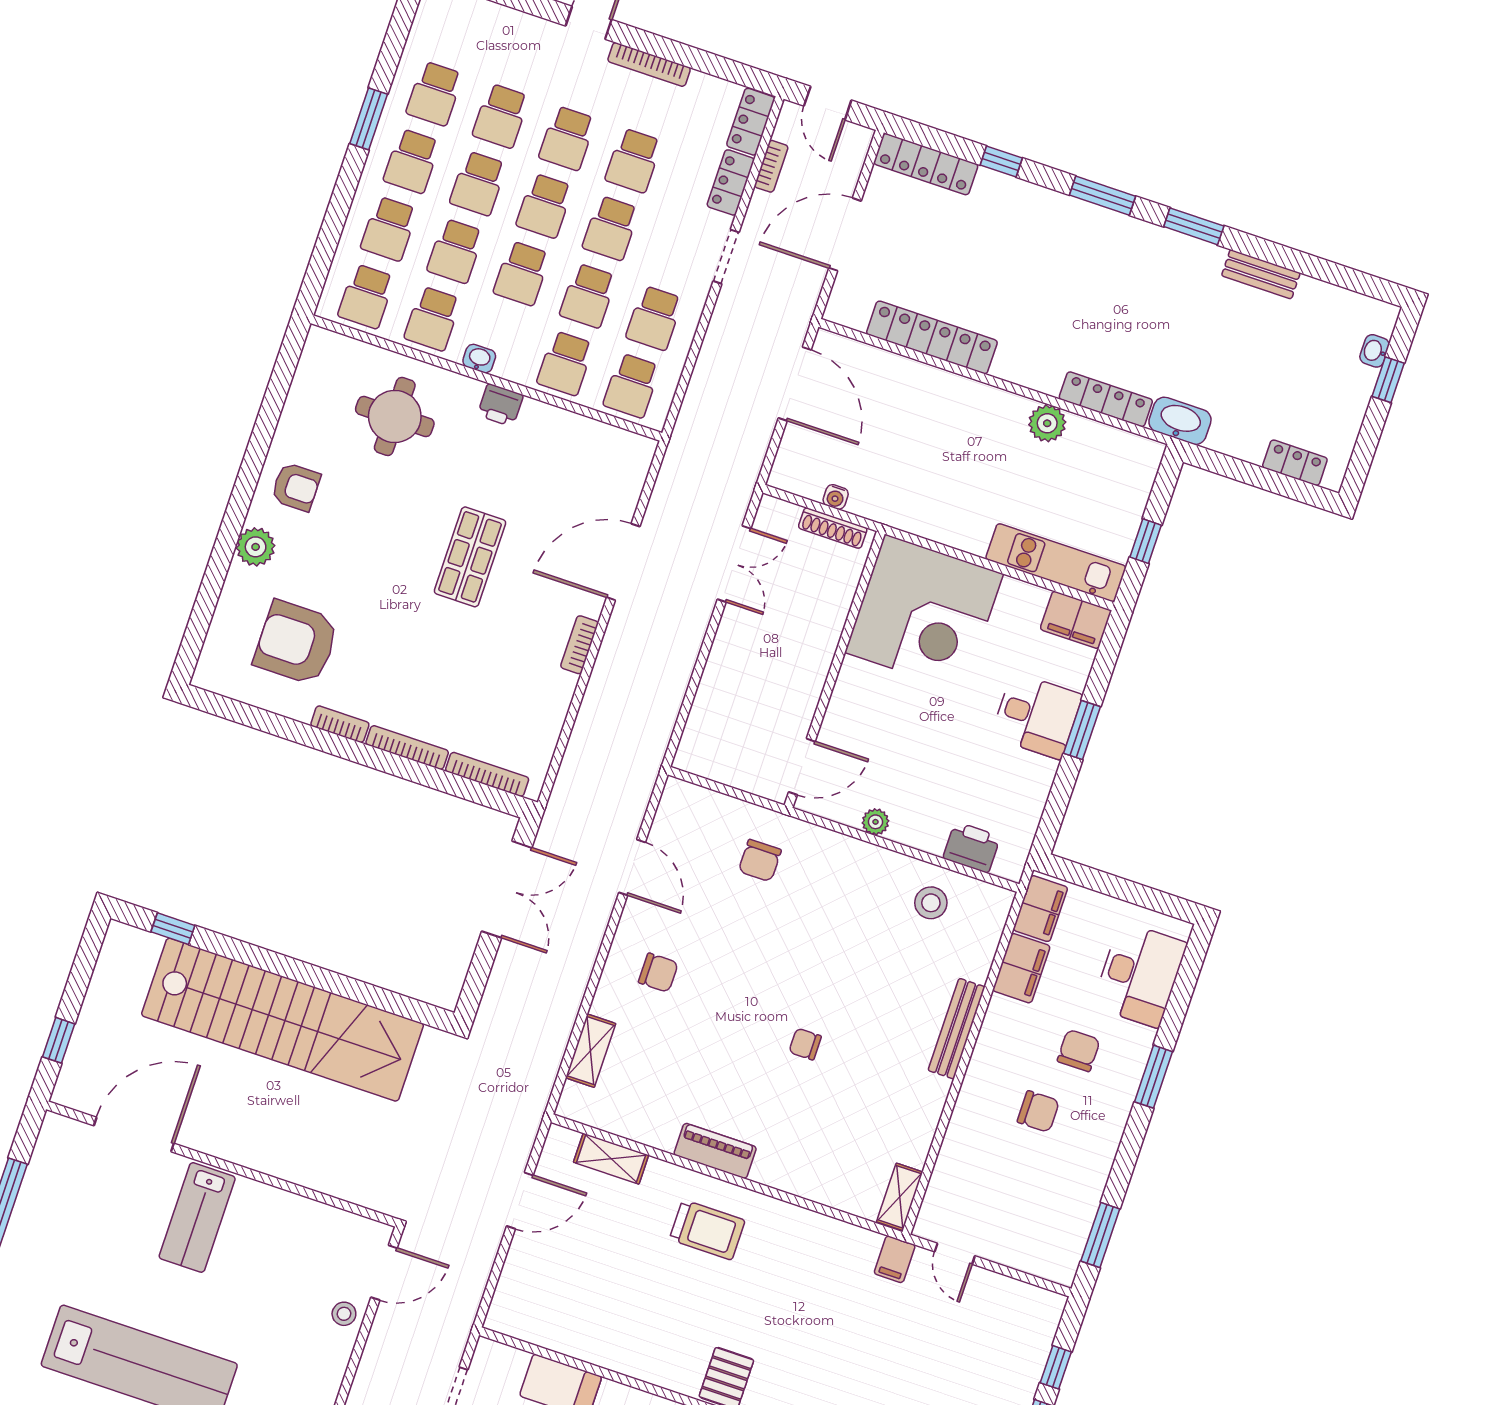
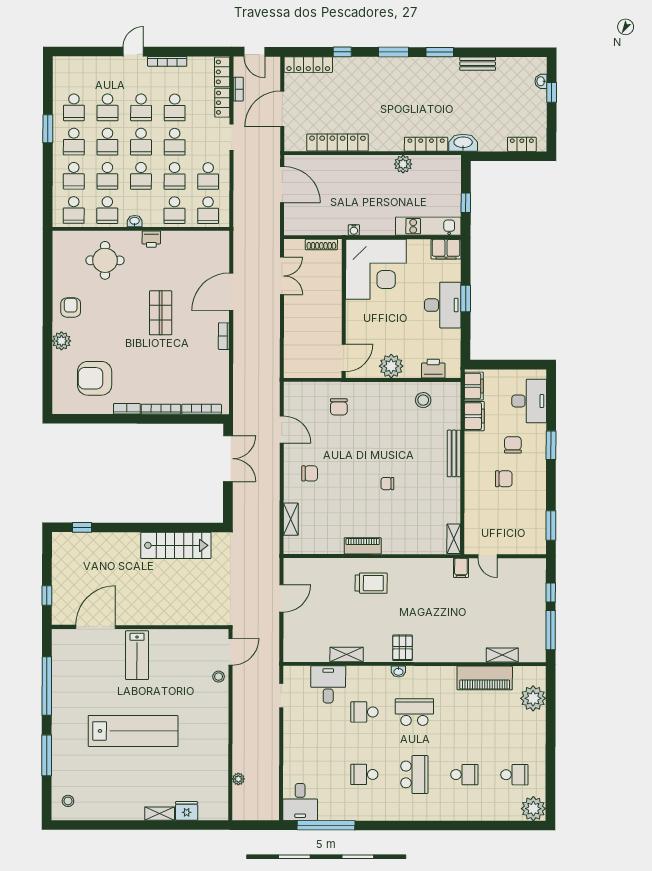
armchair: (296, 487) -> (71, 308), turned -90
water cooler: (836, 497) -> (354, 230), moved
desk: (1037, 716) -> (443, 305), width x1.37
plant: (875, 822) -> (391, 366), width x1.88, depth x1.88
stairs: (283, 1020) -> (176, 545), width x0.54, depth x0.66
shelving: (611, 1159) -> (347, 654), moved

